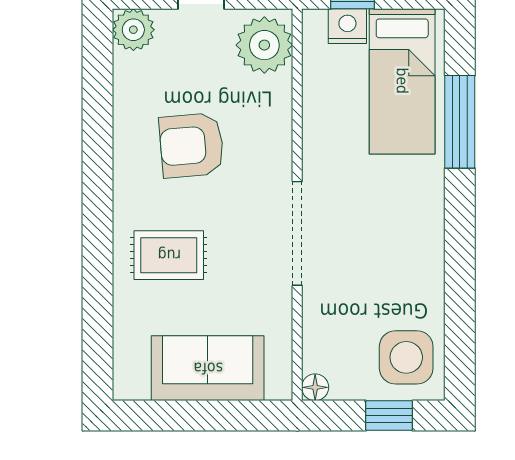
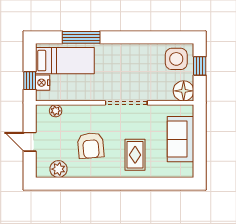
plant: (133, 30) -> (58, 169), moved
plant: (264, 45) -> (56, 111), width x0.53, depth x0.53
floor lamp: (315, 387) -> (184, 91), width x1.89, depth x1.89

